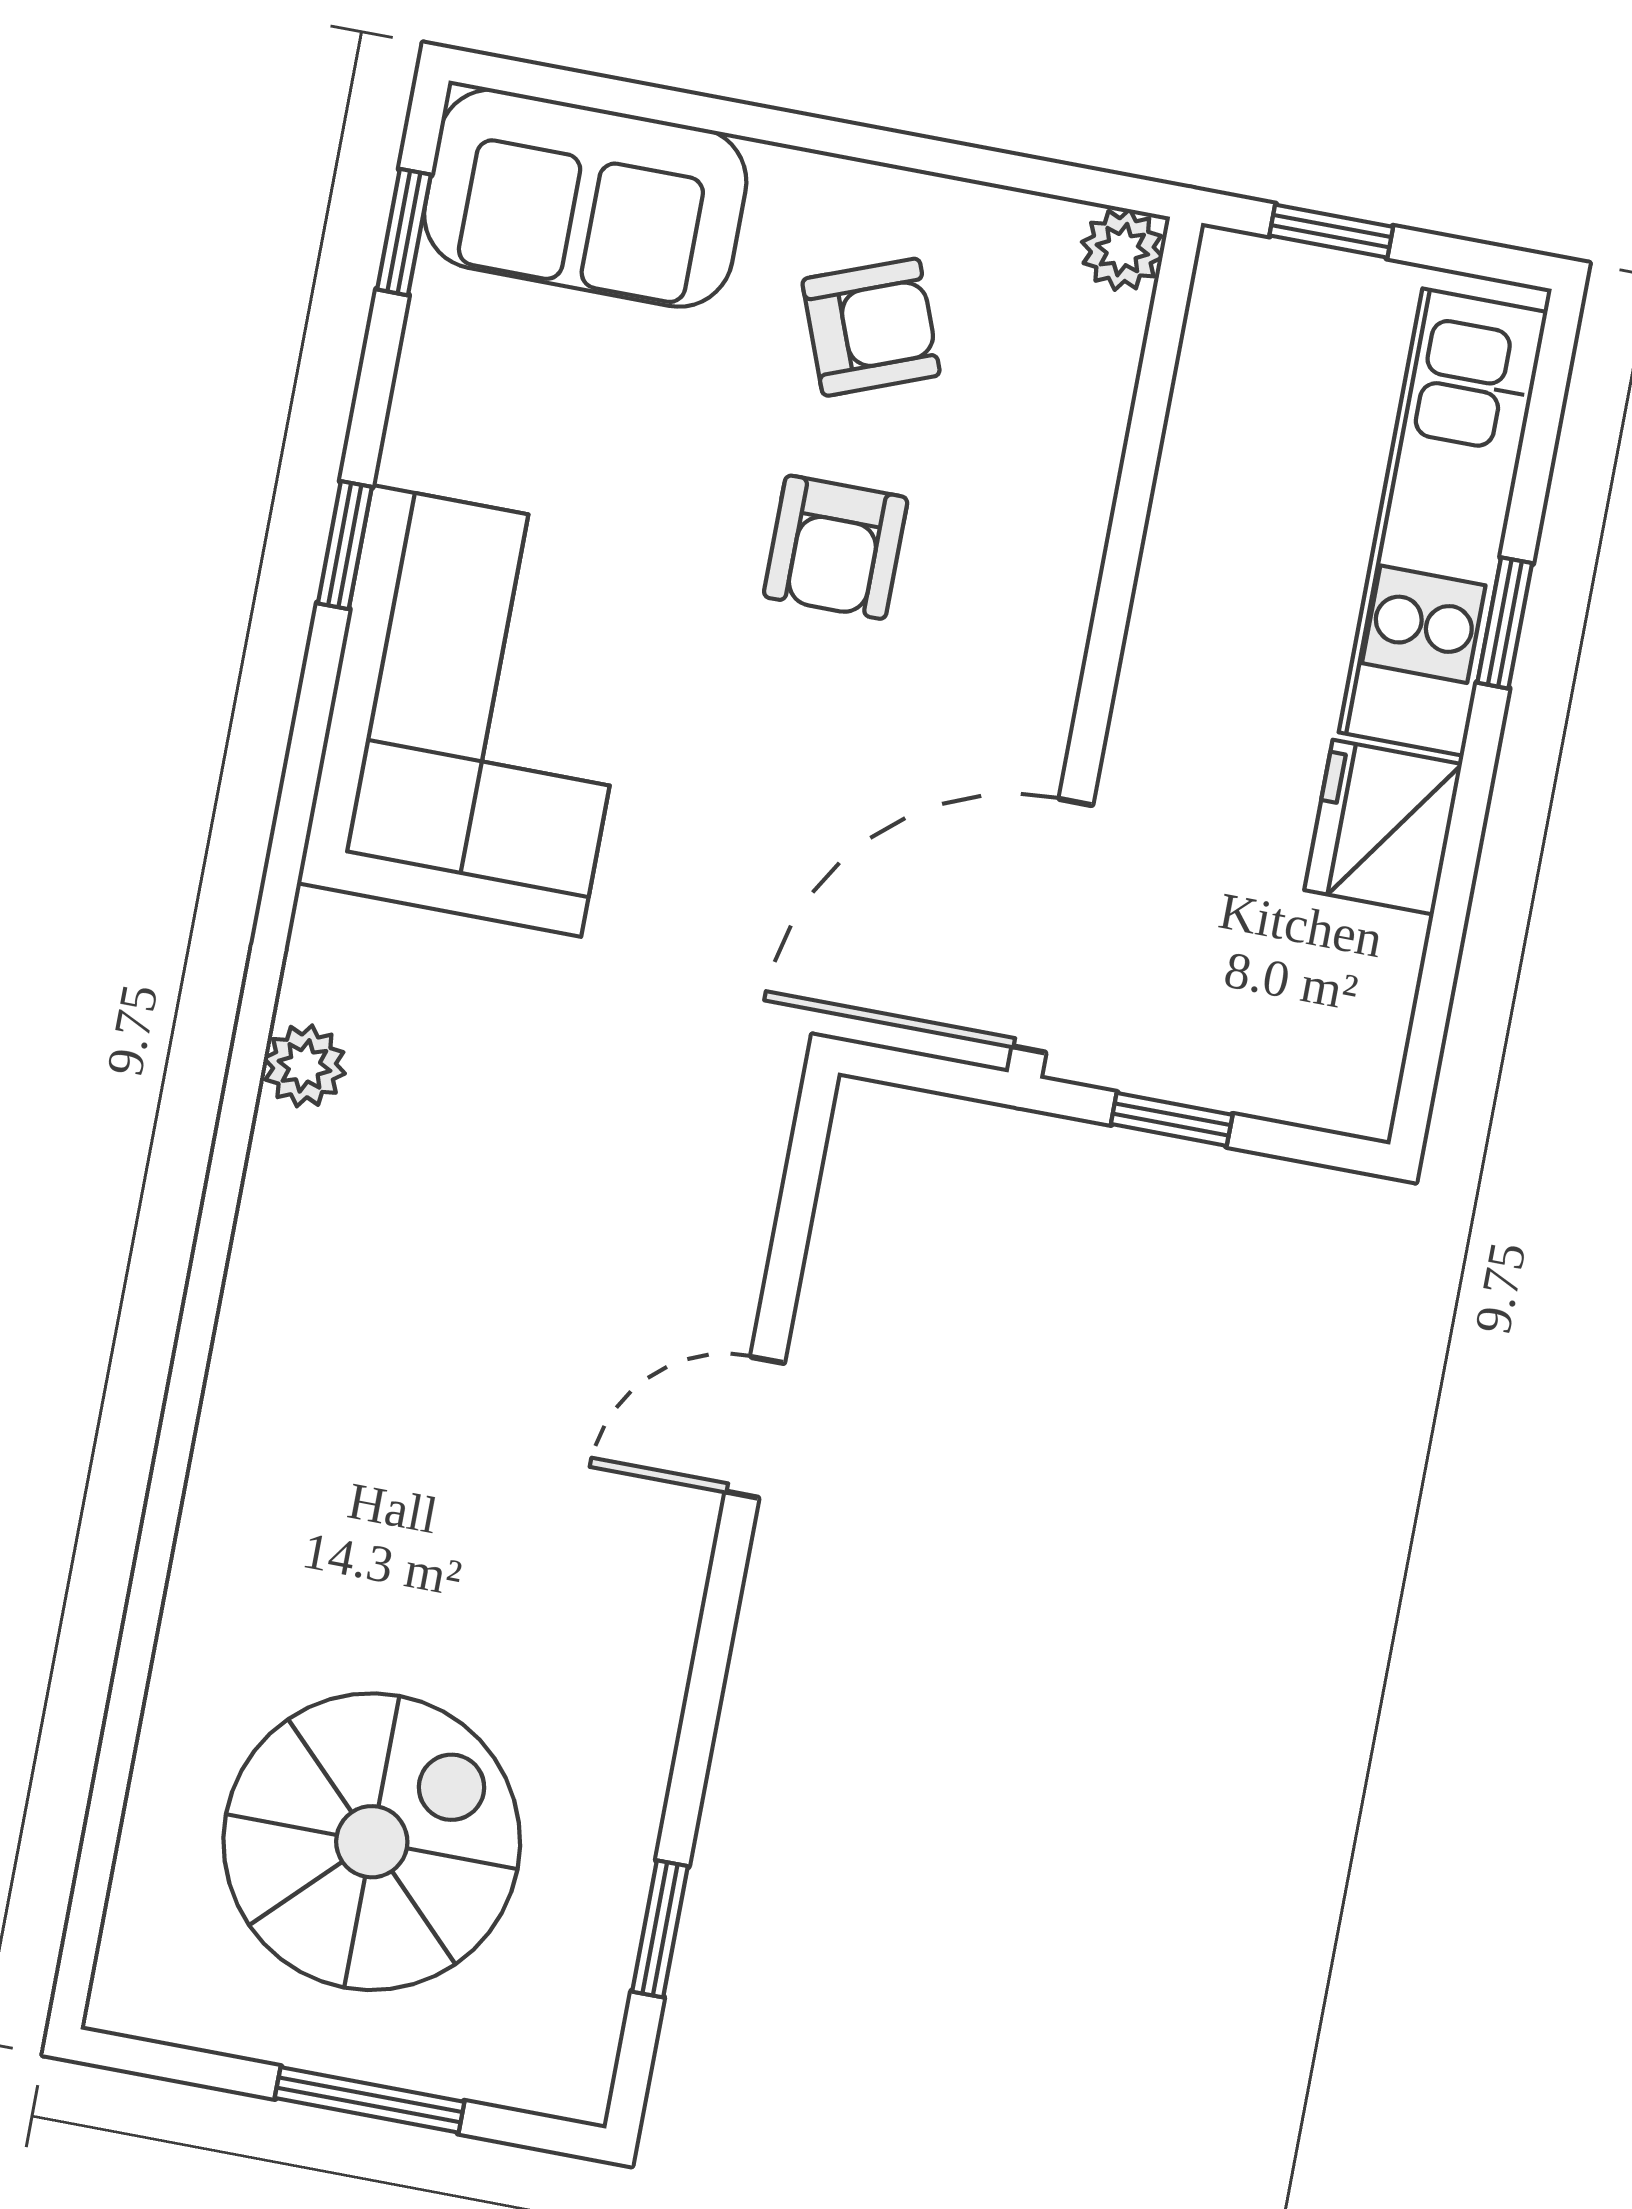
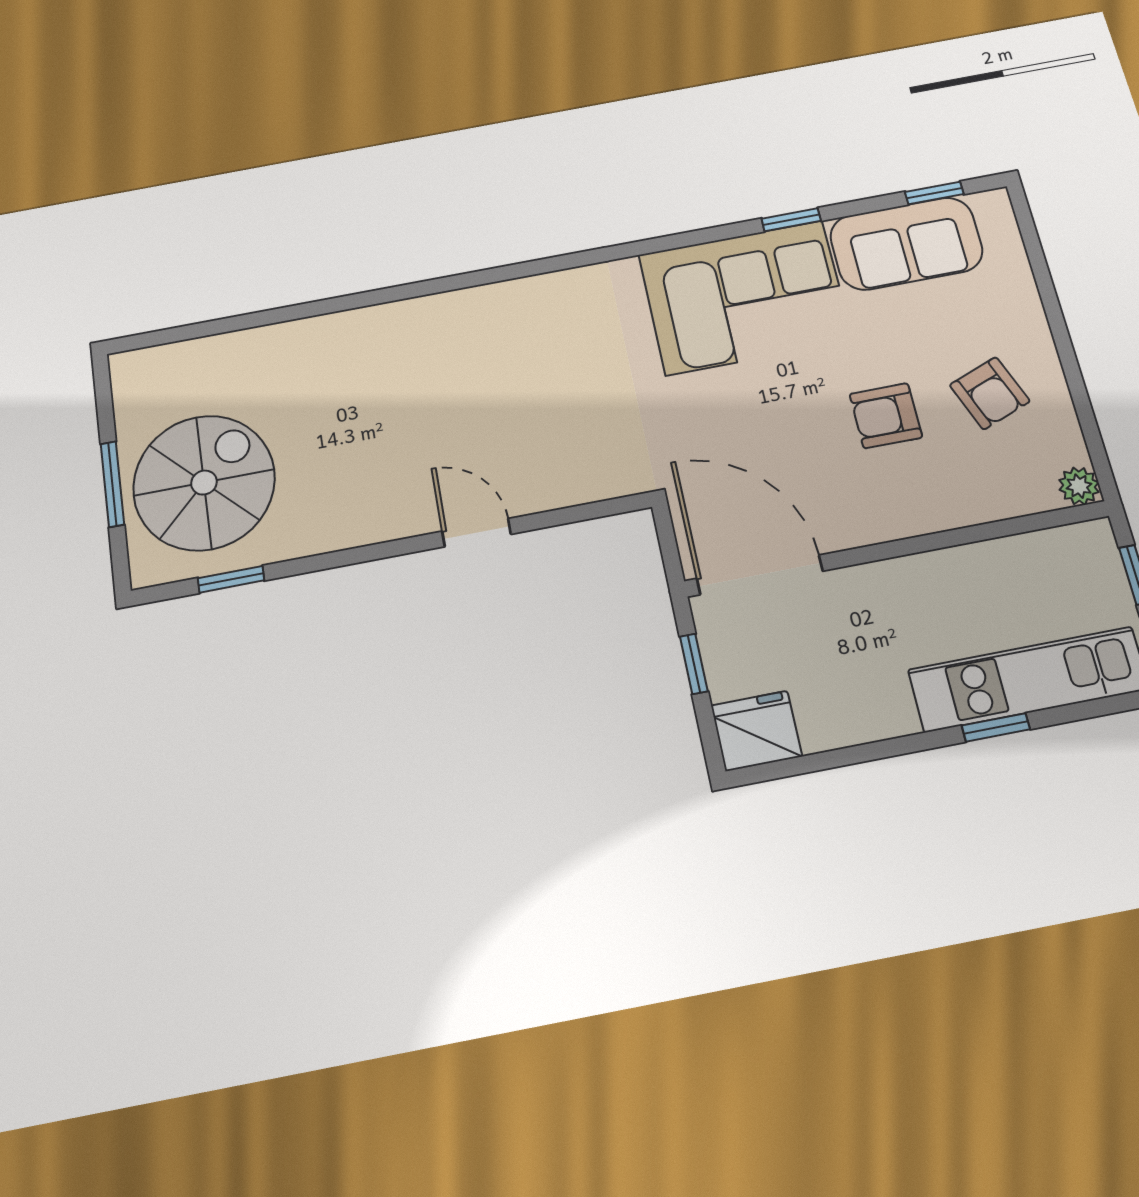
sofa: (585, 198) -> (906, 243), moved, turned -90
fridge: (1383, 827) -> (756, 731), moved
plant: (304, 1066) -> (561, 287), removed
spiral stairs: (372, 1842) -> (204, 483), moved, turned -90

